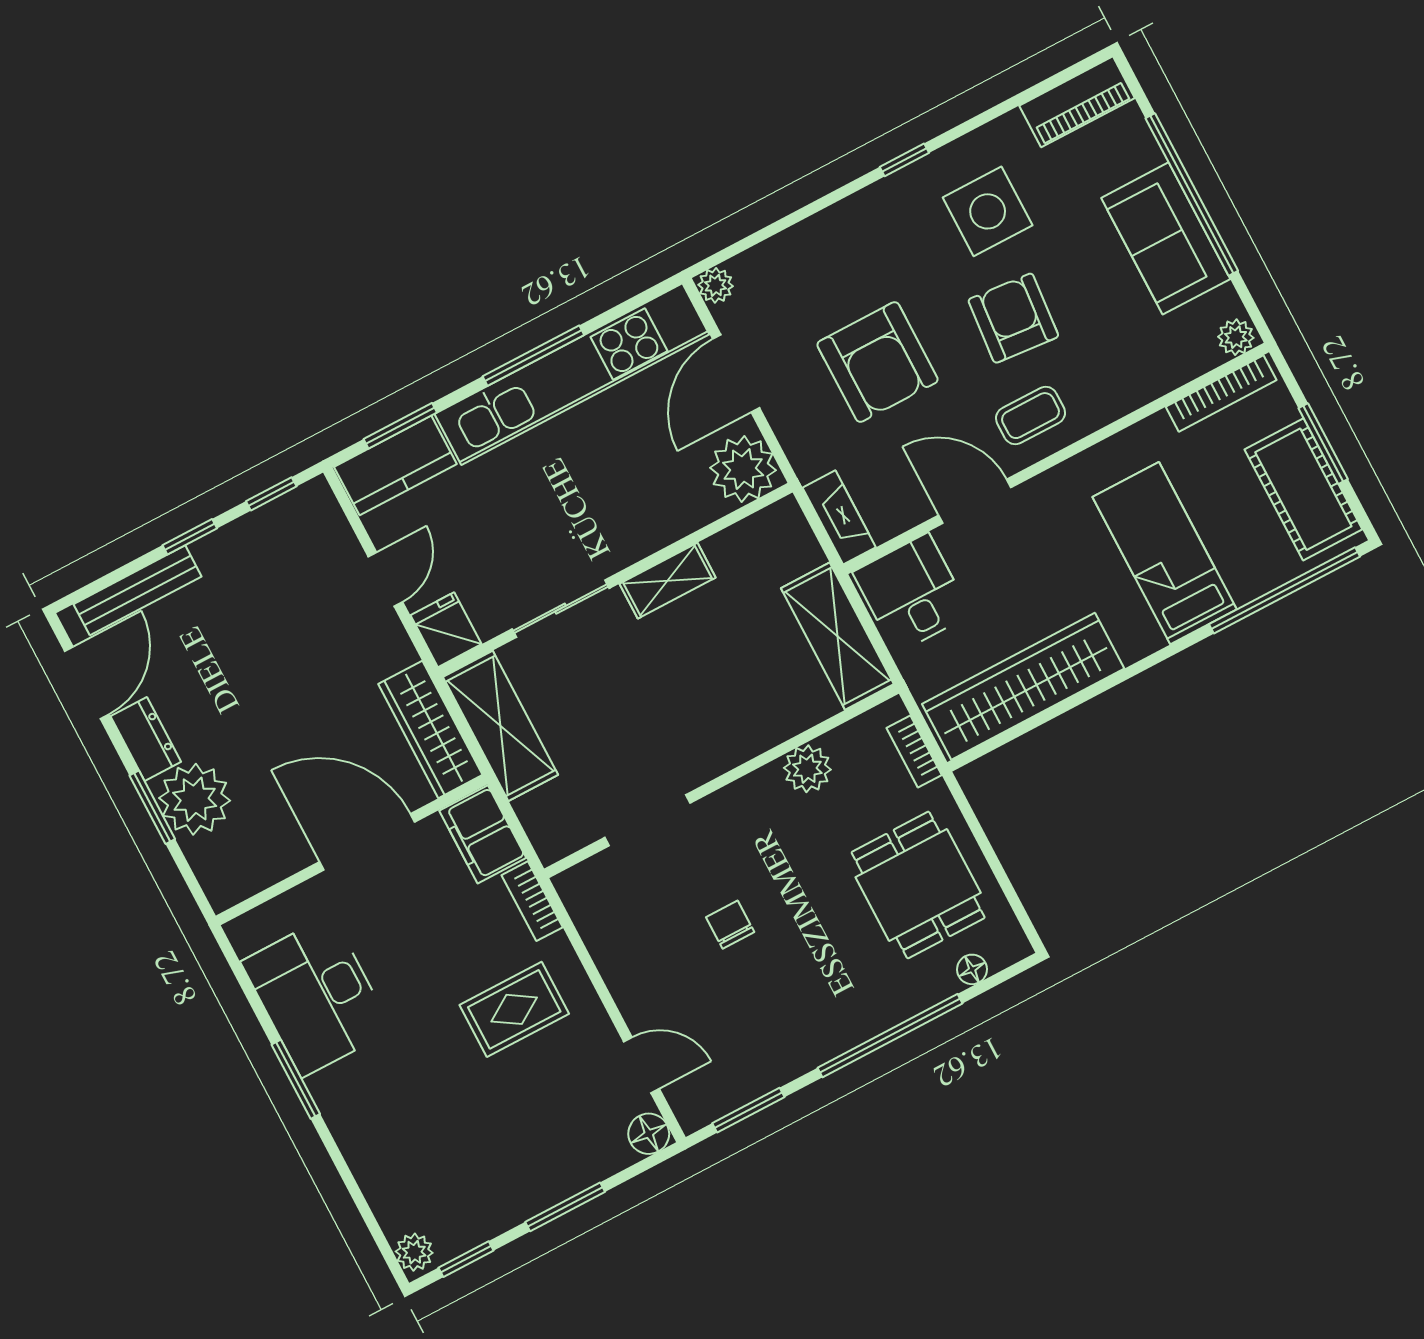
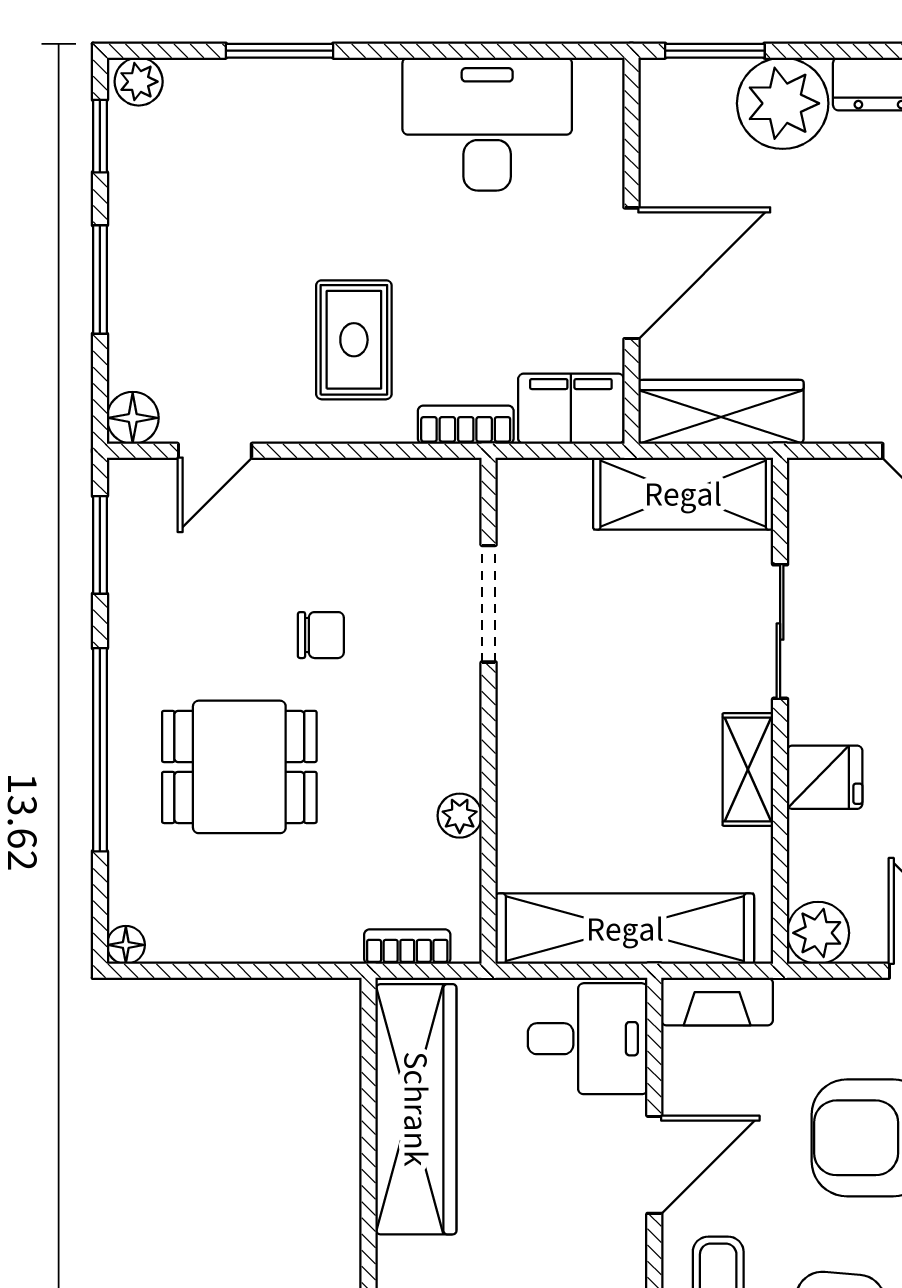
plant: (743, 469) -> (818, 933), width x0.73, depth x0.73
fridge: (446, 630) -> (825, 777), moved
shelving: (837, 636) -> (625, 929), width x1.47
plant: (807, 769) -> (460, 816), width x0.73, depth x0.73
window: (152, 807) -> (715, 51), moved
dining table: (918, 885) -> (239, 767), moved
floor lamp: (972, 969) -> (126, 945), moved
window: (296, 1079) -> (279, 51), moved

